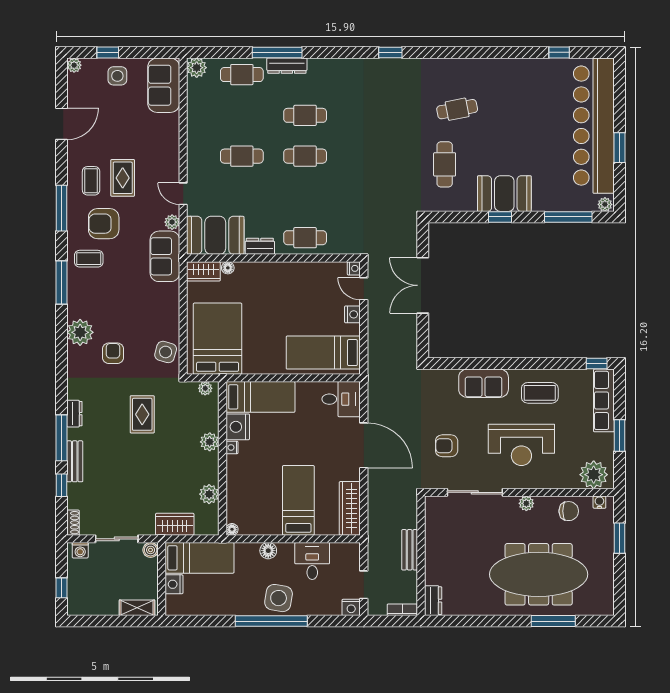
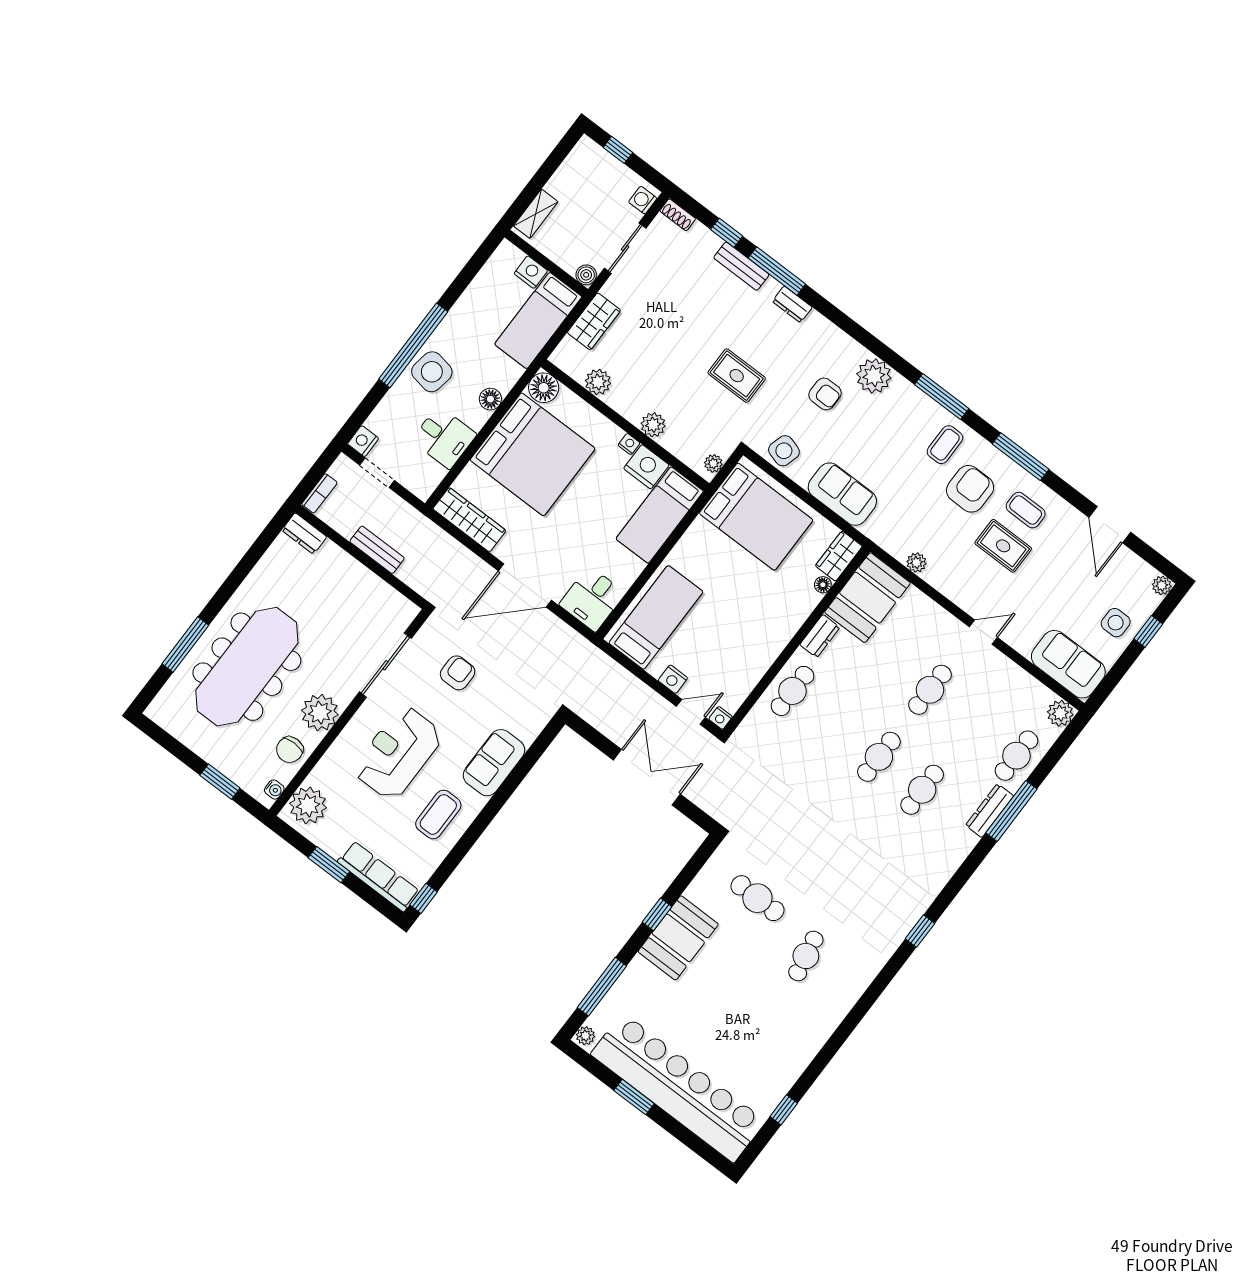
door: (183, 194) -> (983, 632), moved
sofa: (165, 256) -> (842, 494), moved
bed: (298, 500) -> (533, 454), width x2.04
plant: (526, 503) -> (320, 713), width x1.88, depth x1.88
floor lamp: (232, 529) -> (544, 388), width x1.89, depth x1.89

